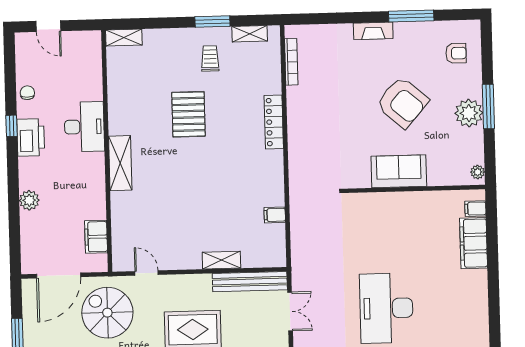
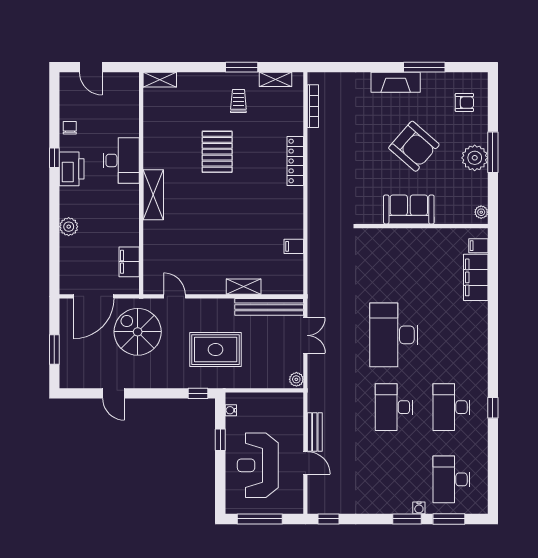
fireplace: (373, 31) -> (396, 82), width x1.37, depth x1.32

